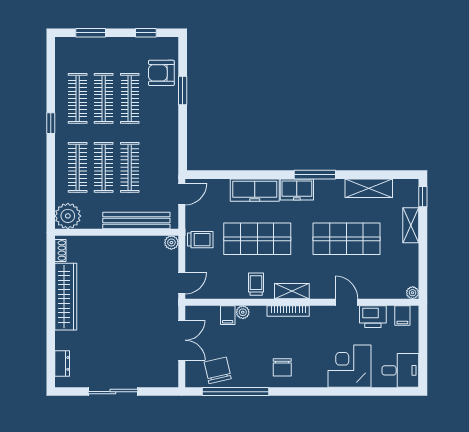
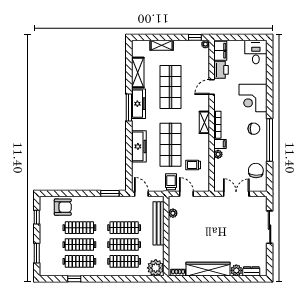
armchair: (161, 73) -> (63, 207), turned -90
window: (183, 91) -> (110, 193), moved
window: (51, 123) -> (74, 279), moved
freezer: (297, 189) -> (138, 104), moved, width x1.40
window: (423, 197) -> (195, 37), moved
plant: (171, 243) -> (173, 213), moved
door: (182, 283) -> (186, 194), moved
trolley: (256, 284) -> (193, 165), moved
filing cabinet: (228, 315) -> (220, 144), moved
filing cabinet: (402, 315) -> (220, 51), width x2.00
plant: (64, 340) -> (236, 270), added
corner desk: (350, 366) -> (253, 98), moved
chair: (218, 370) -> (256, 171), turned 105
sliding door: (113, 392) -> (270, 227), moved
window: (236, 392) -> (270, 140), moved

